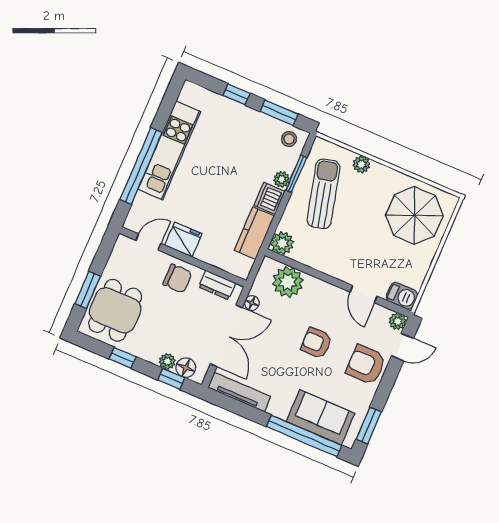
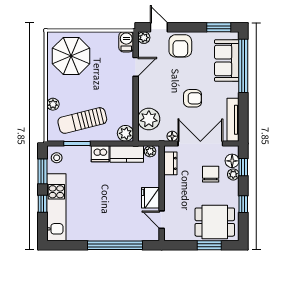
kitchen unit: (169, 150) -> (56, 207), moved, turned 90
plant: (282, 179) -> (150, 151), moved
chair: (177, 278) -> (211, 174), moved
armchair: (317, 343) -> (193, 98), moved, turned -90

